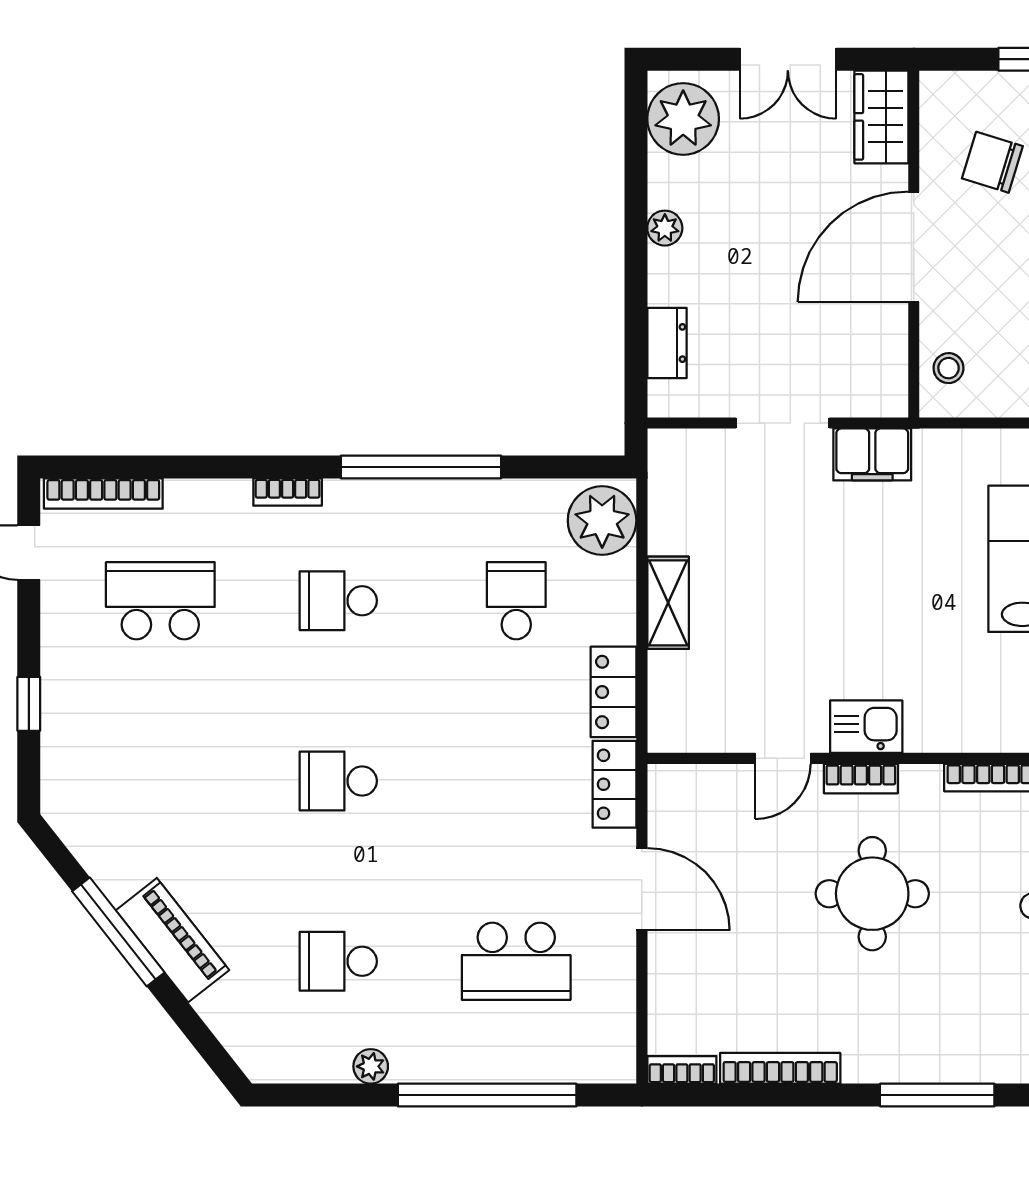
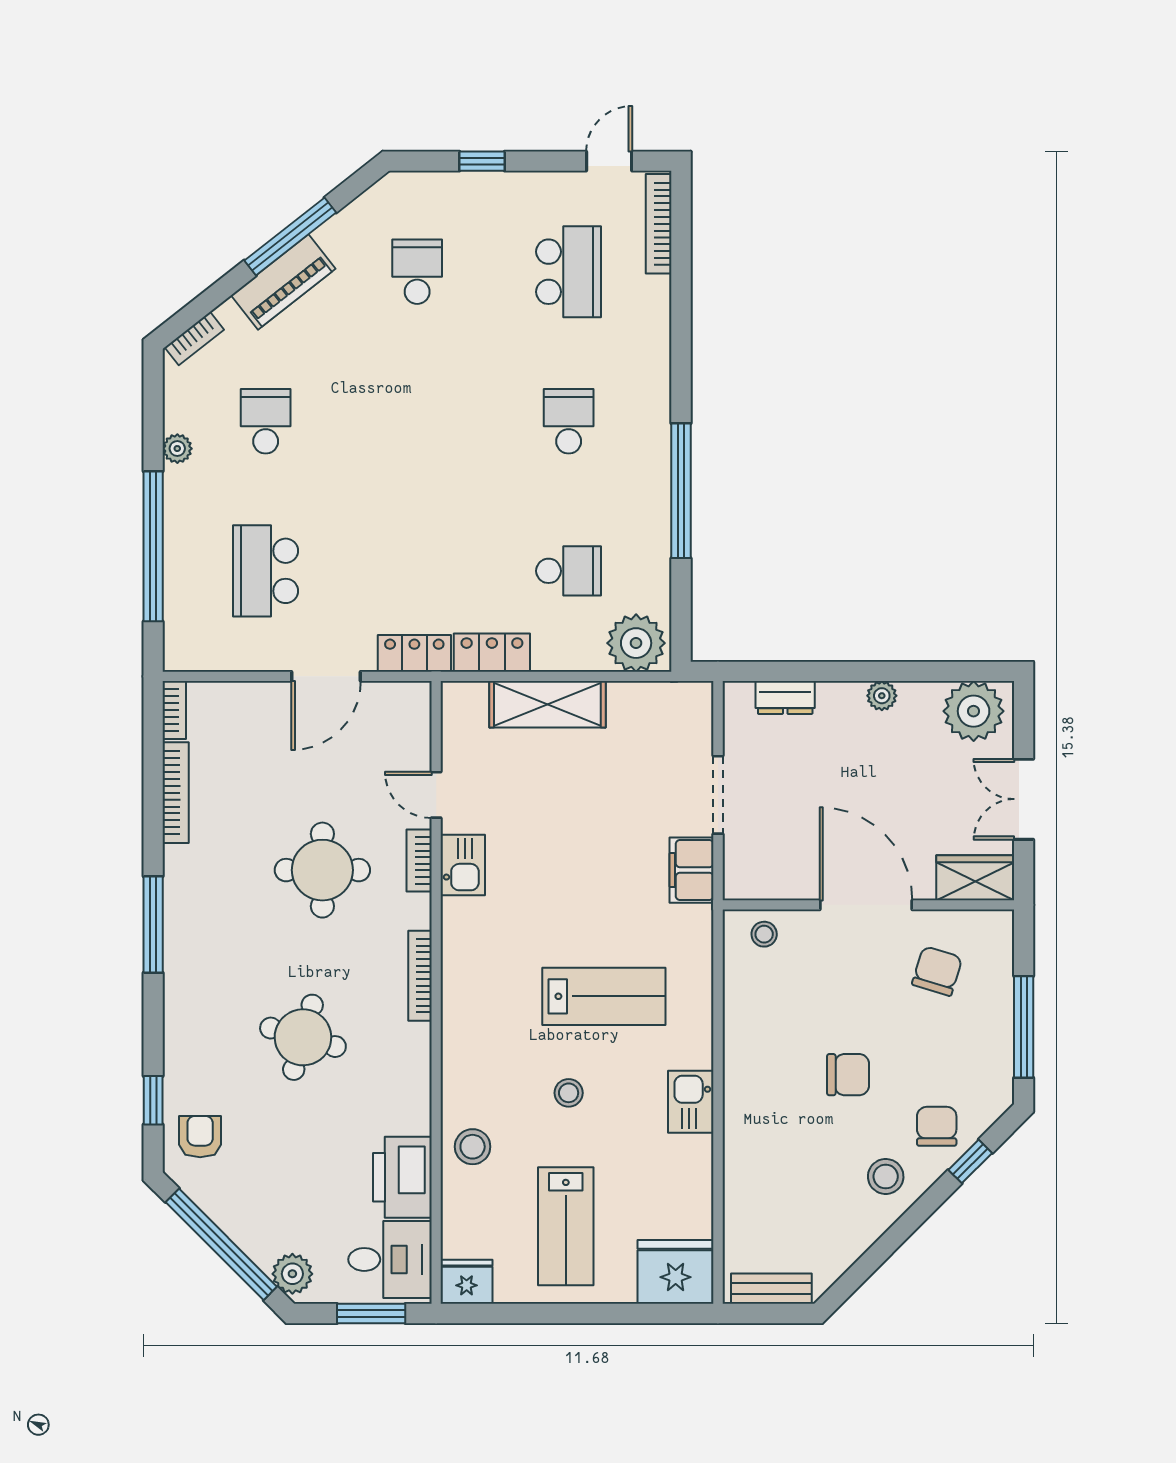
bookcase: (288, 492) -> (194, 339), moved, turned -128
shelving: (668, 603) -> (547, 704), width x1.50, depth x1.33
school desk: (338, 781) -> (417, 272), moved

